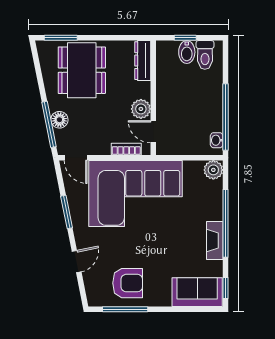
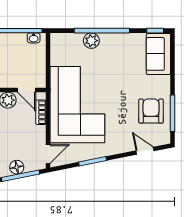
door: (153, 132) -> (27, 90), hinge flipped
plant: (213, 170) -> (91, 41), moved
fireplace: (215, 240) -> (116, 39), removed
door: (77, 262) -> (145, 151), moved

